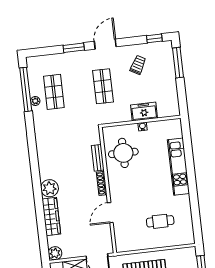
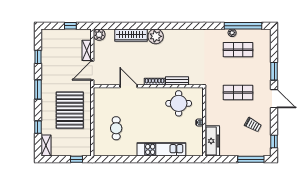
freezer: (144, 112) -> (212, 141), moved, width x1.40

